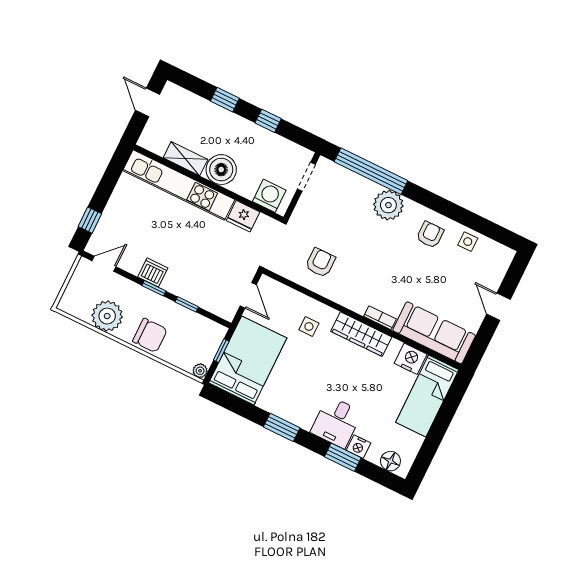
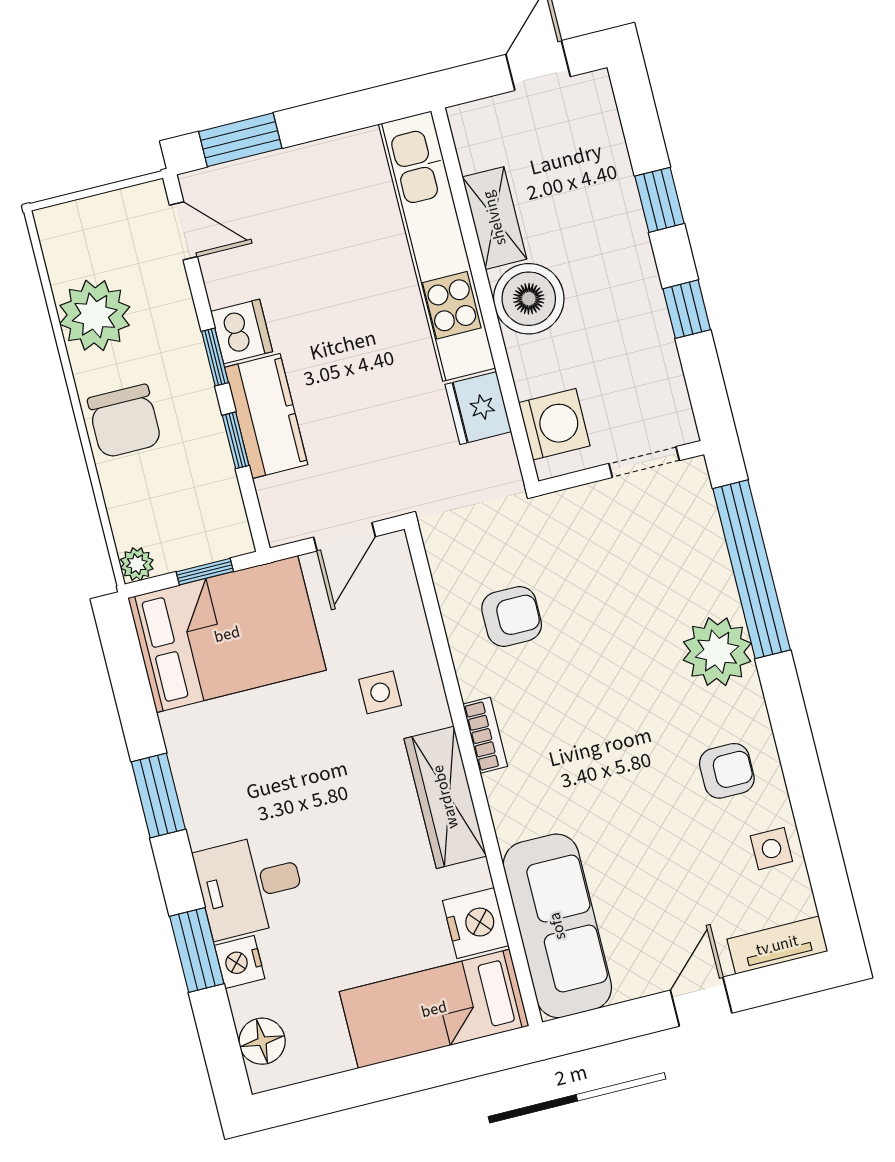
window: (90, 220) -> (240, 140), width x1.50
tv unit: (501, 266) -> (777, 945), added
kitchen counter: (187, 288) -> (266, 416), added
bookcase: (380, 318) -> (485, 735), moved

